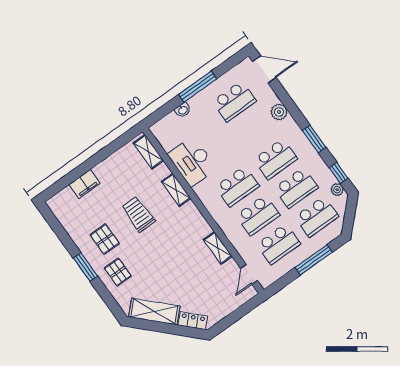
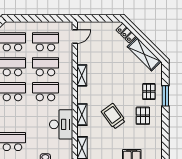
trolley: (138, 214) -> (113, 116), turned 144
shelving: (218, 248) -> (82, 75), moved
window: (314, 260) -> (32, 18), removed
window: (85, 267) -> (165, 96), moved

